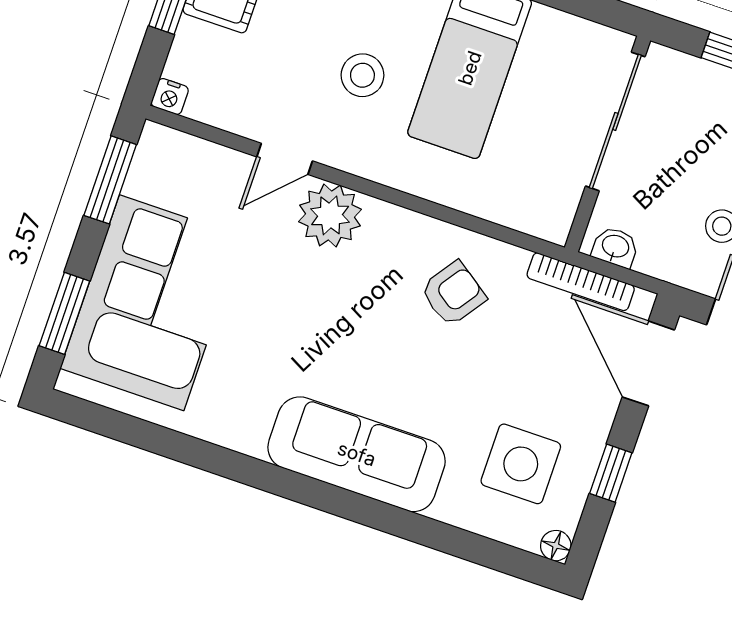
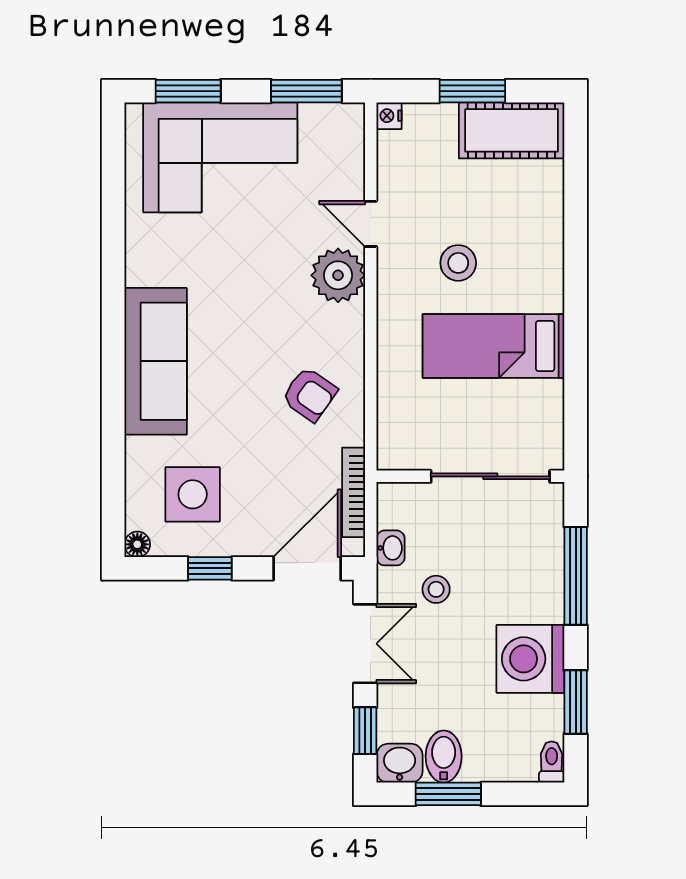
washbasin: (615, 247) -> (391, 548), moved

